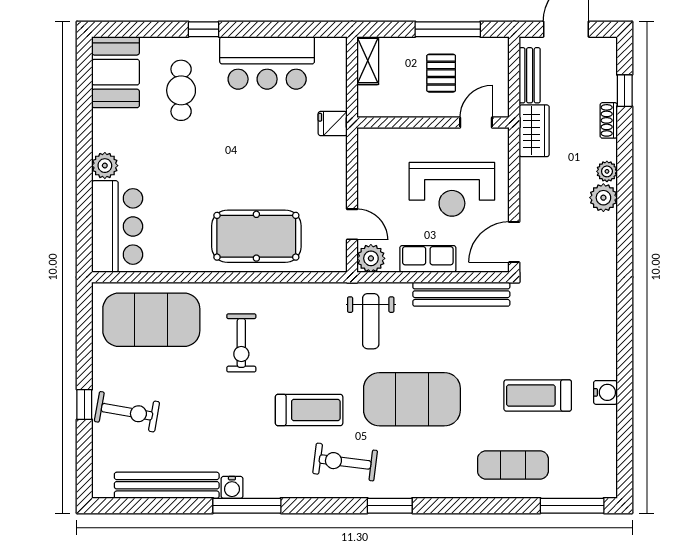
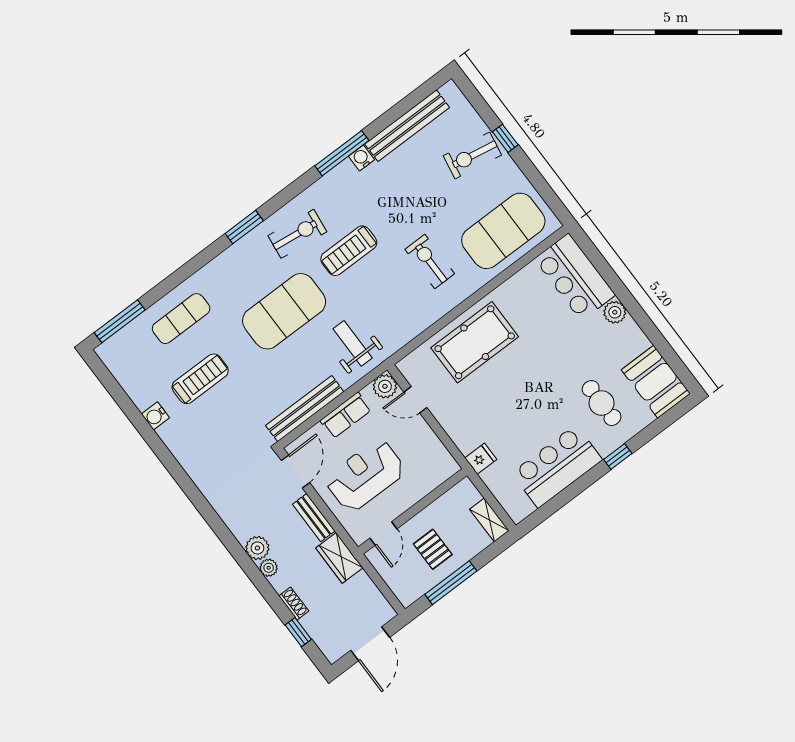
bench: (530, 75) -> (314, 518), moved

